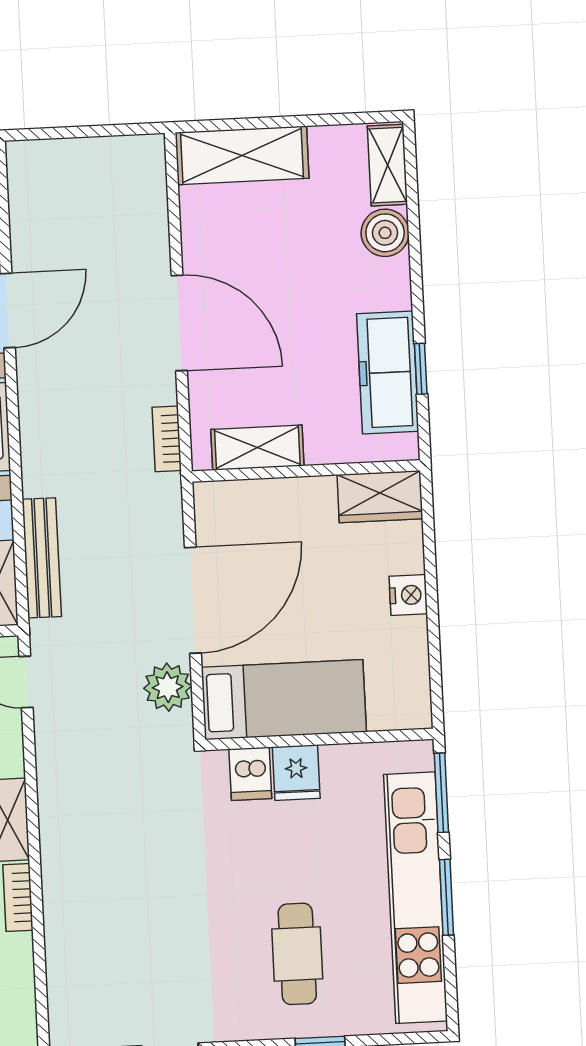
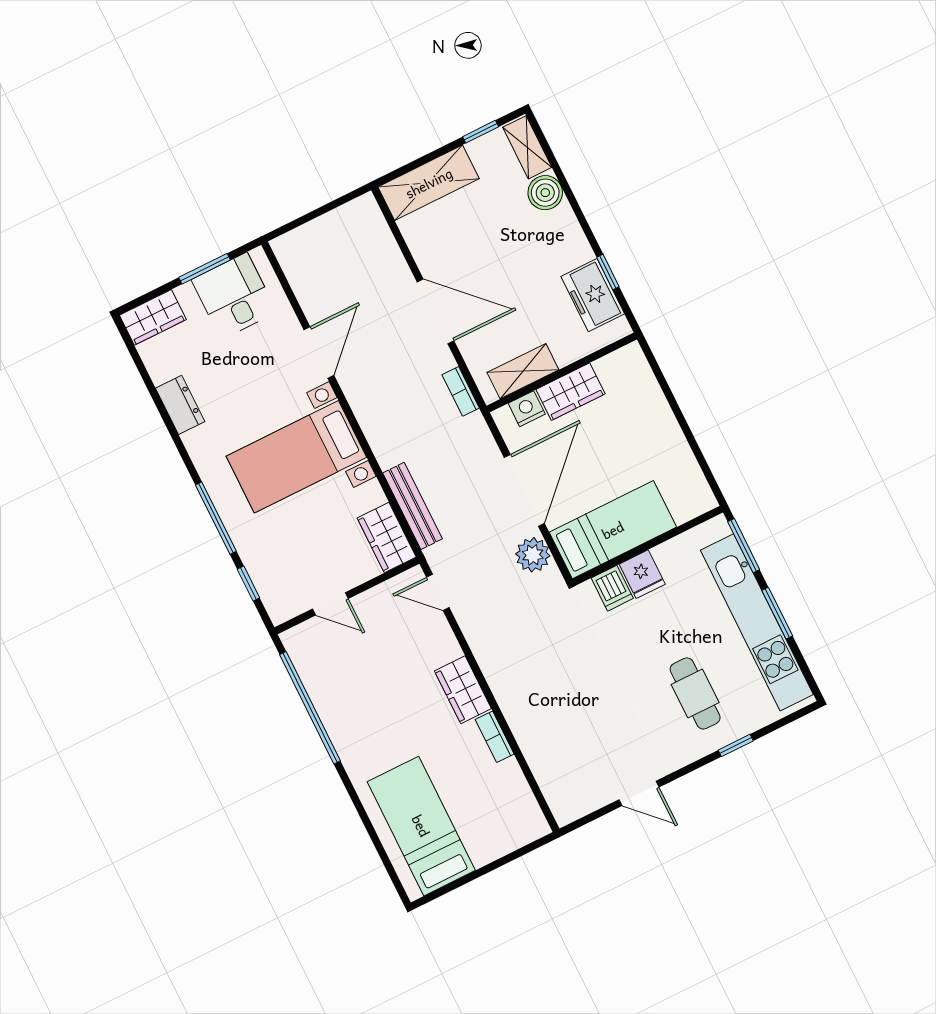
window: (337, 119) -> (481, 132), added
freezer: (388, 372) -> (593, 295), width x0.71
wardrobe: (380, 497) -> (571, 392), moved
nightstand: (408, 595) -> (527, 409), moved, turned -90

